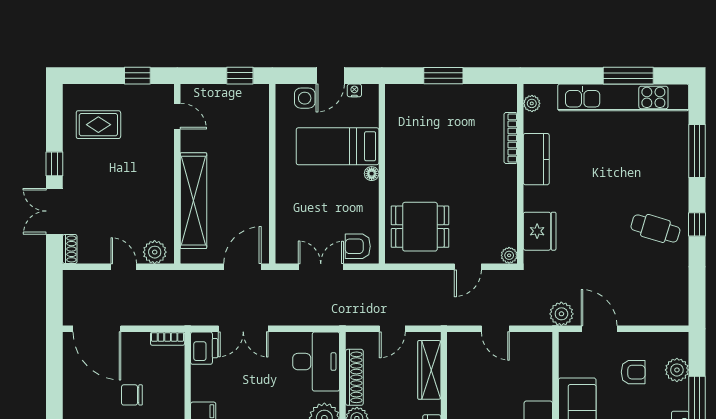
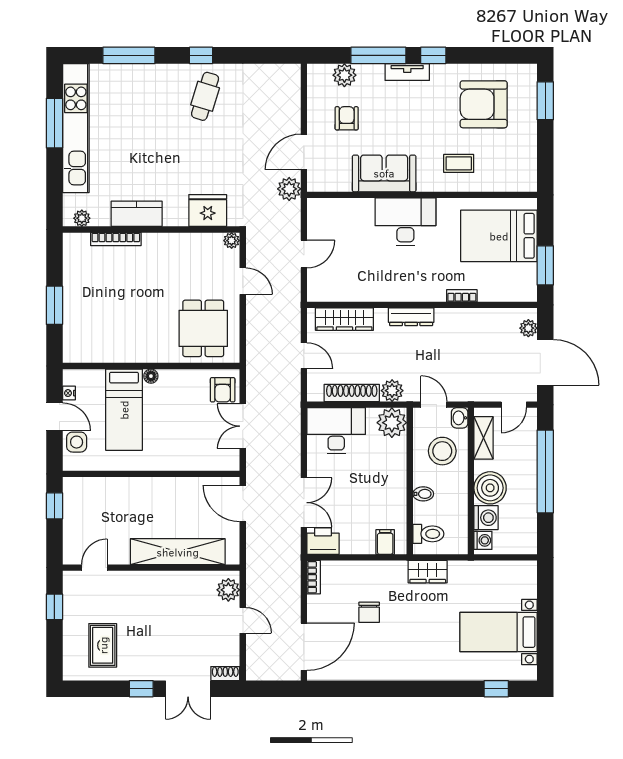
door: (124, 267) -> (243, 620), swing flipped

